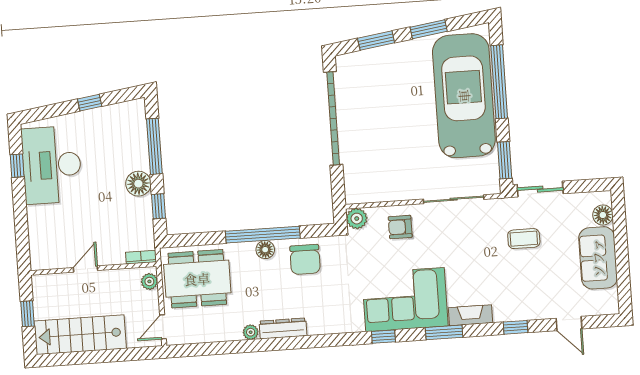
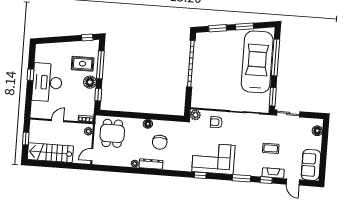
window: (90, 103) -> (87, 38), moved
rug: (119, 149) -> (83, 64), added
desk: (52, 165) -> (47, 82), moved
window: (17, 166) -> (30, 75), moved
window: (263, 235) -> (148, 116), removed
coffee table: (524, 239) -> (271, 148), moved
sofa: (598, 258) -> (311, 165), moved
chair: (305, 259) -> (160, 142), moved
dining table: (197, 279) -> (112, 133), width x0.73
fireplace: (471, 315) -> (273, 173), moved
window: (444, 332) -> (241, 178), moved

